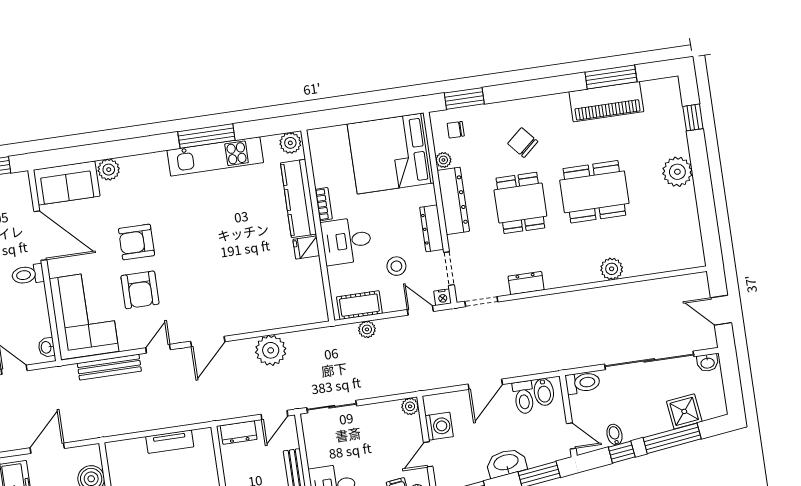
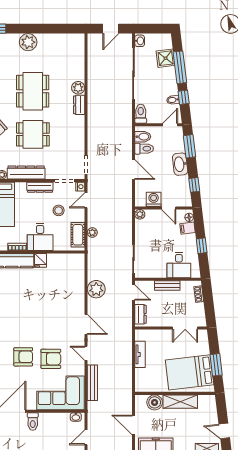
armchair: (137, 242) -> (23, 357), turned -90
dresser: (526, 283) -> (79, 105), moved

